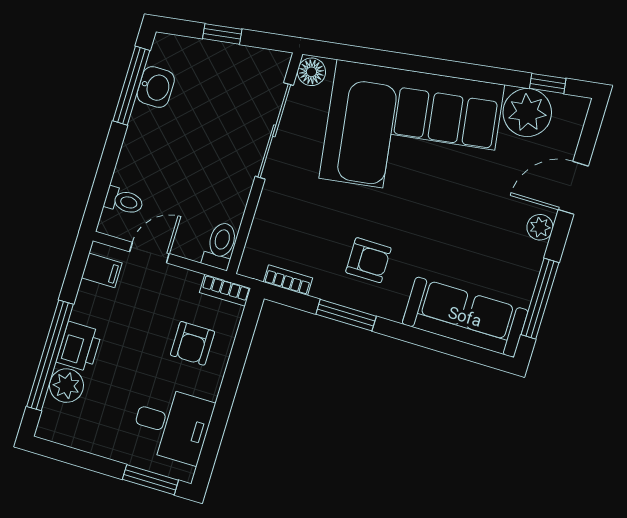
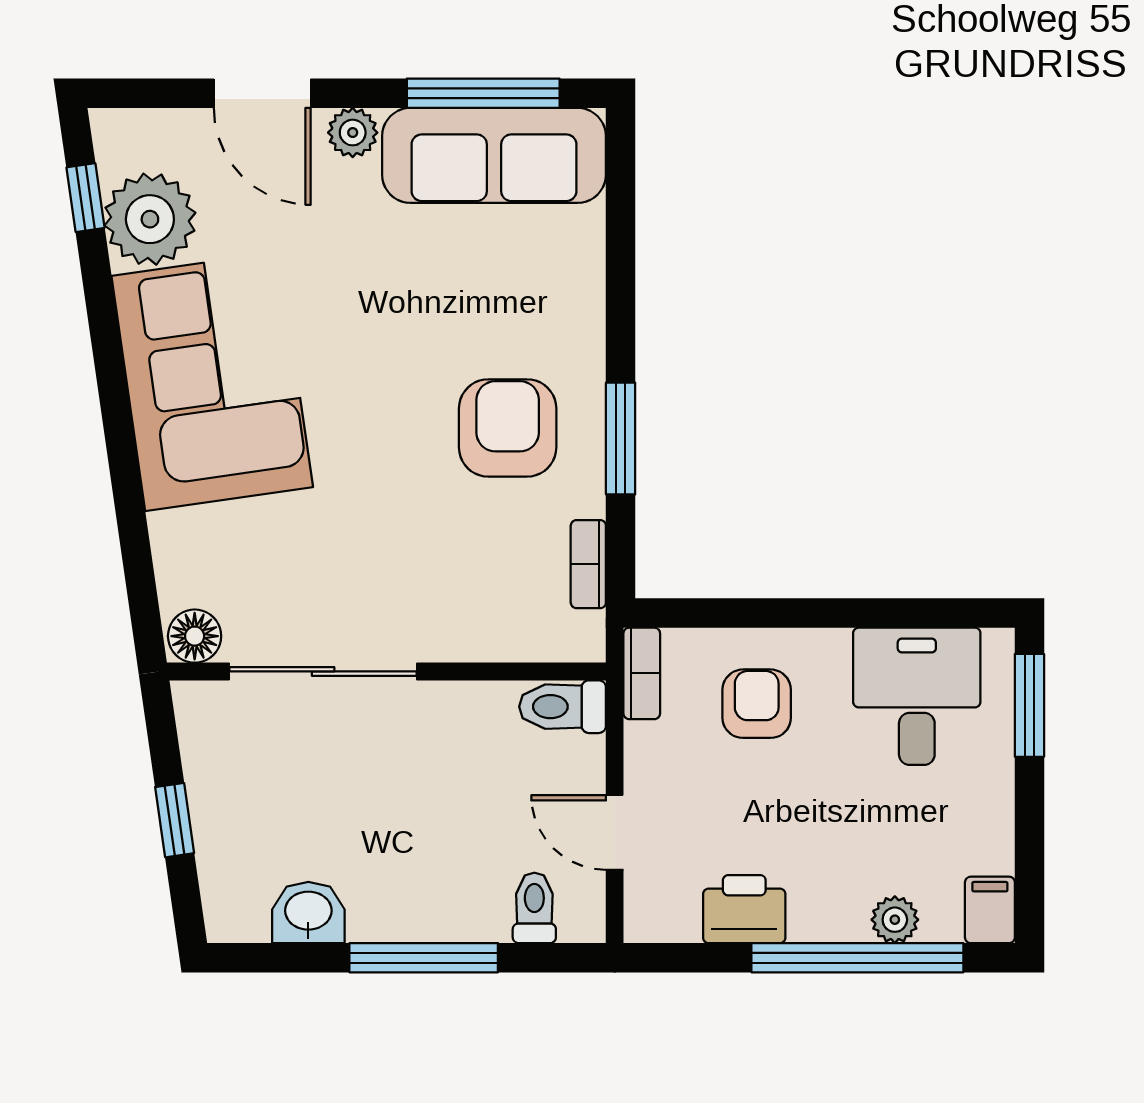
window: (131, 86) -> (424, 958), moved
corner sofa: (412, 132) -> (212, 382), width x0.73, depth x0.74
armchair: (368, 260) -> (508, 428), width x1.38, depth x1.38
filing cabinet: (102, 270) -> (990, 910), moved
sofa: (465, 317) -> (494, 155), moved, turned -90
armchair: (193, 343) -> (757, 704), turned -90
printer: (79, 347) -> (744, 909), moved
plant: (66, 386) -> (895, 920), width x0.73, depth x0.73

